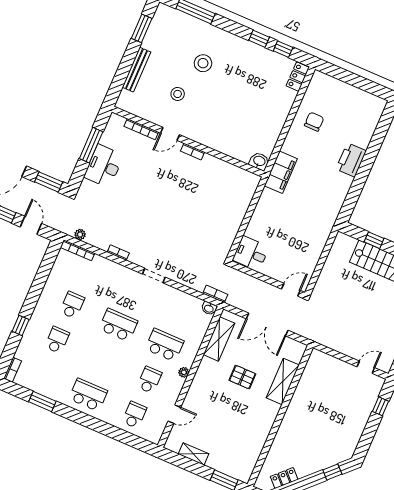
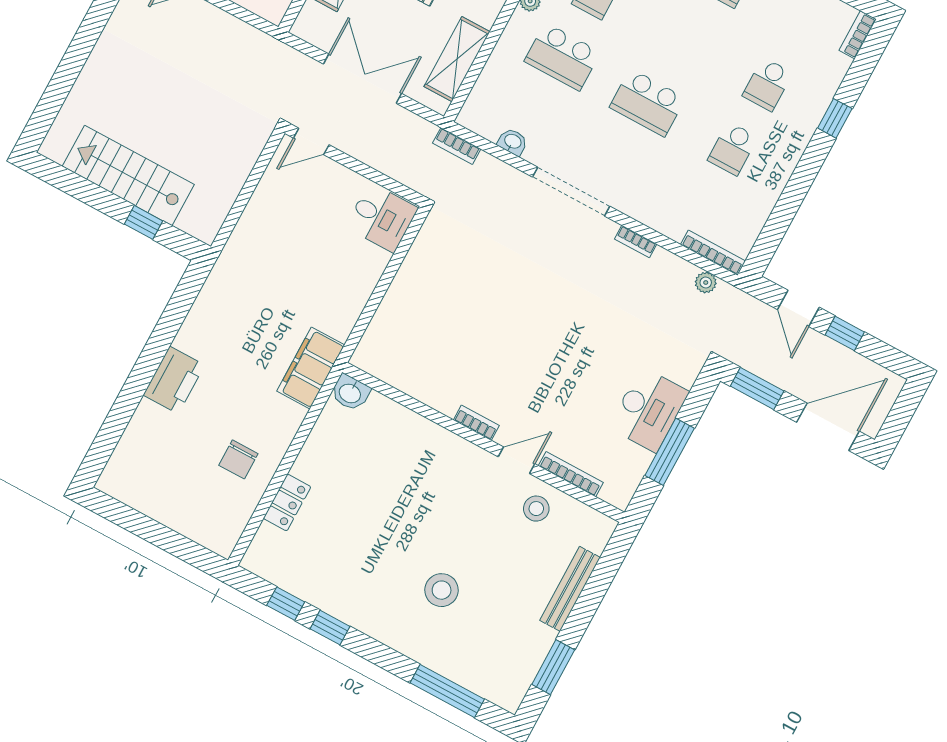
locker: (298, 77) -> (287, 503), moved
stool: (178, 94) -> (536, 509), moved
doorway: (154, 276) -> (571, 192), width x1.87
washbasin: (209, 308) -> (513, 142), moved

